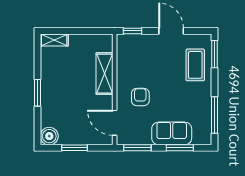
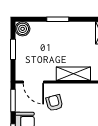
armchair: (140, 97) -> (54, 103), turned -105
door: (115, 123) -> (33, 82), swing flipped

